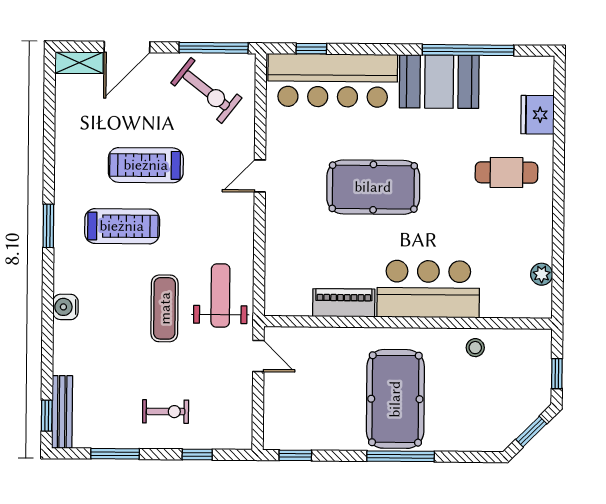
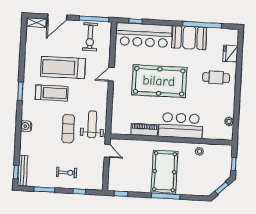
exercise bike: (206, 90) -> (90, 37), turned 52
treadmill: (146, 165) -> (63, 67), width x1.37, depth x1.38
pool table: (373, 187) -> (159, 81), width x1.36, depth x1.32

